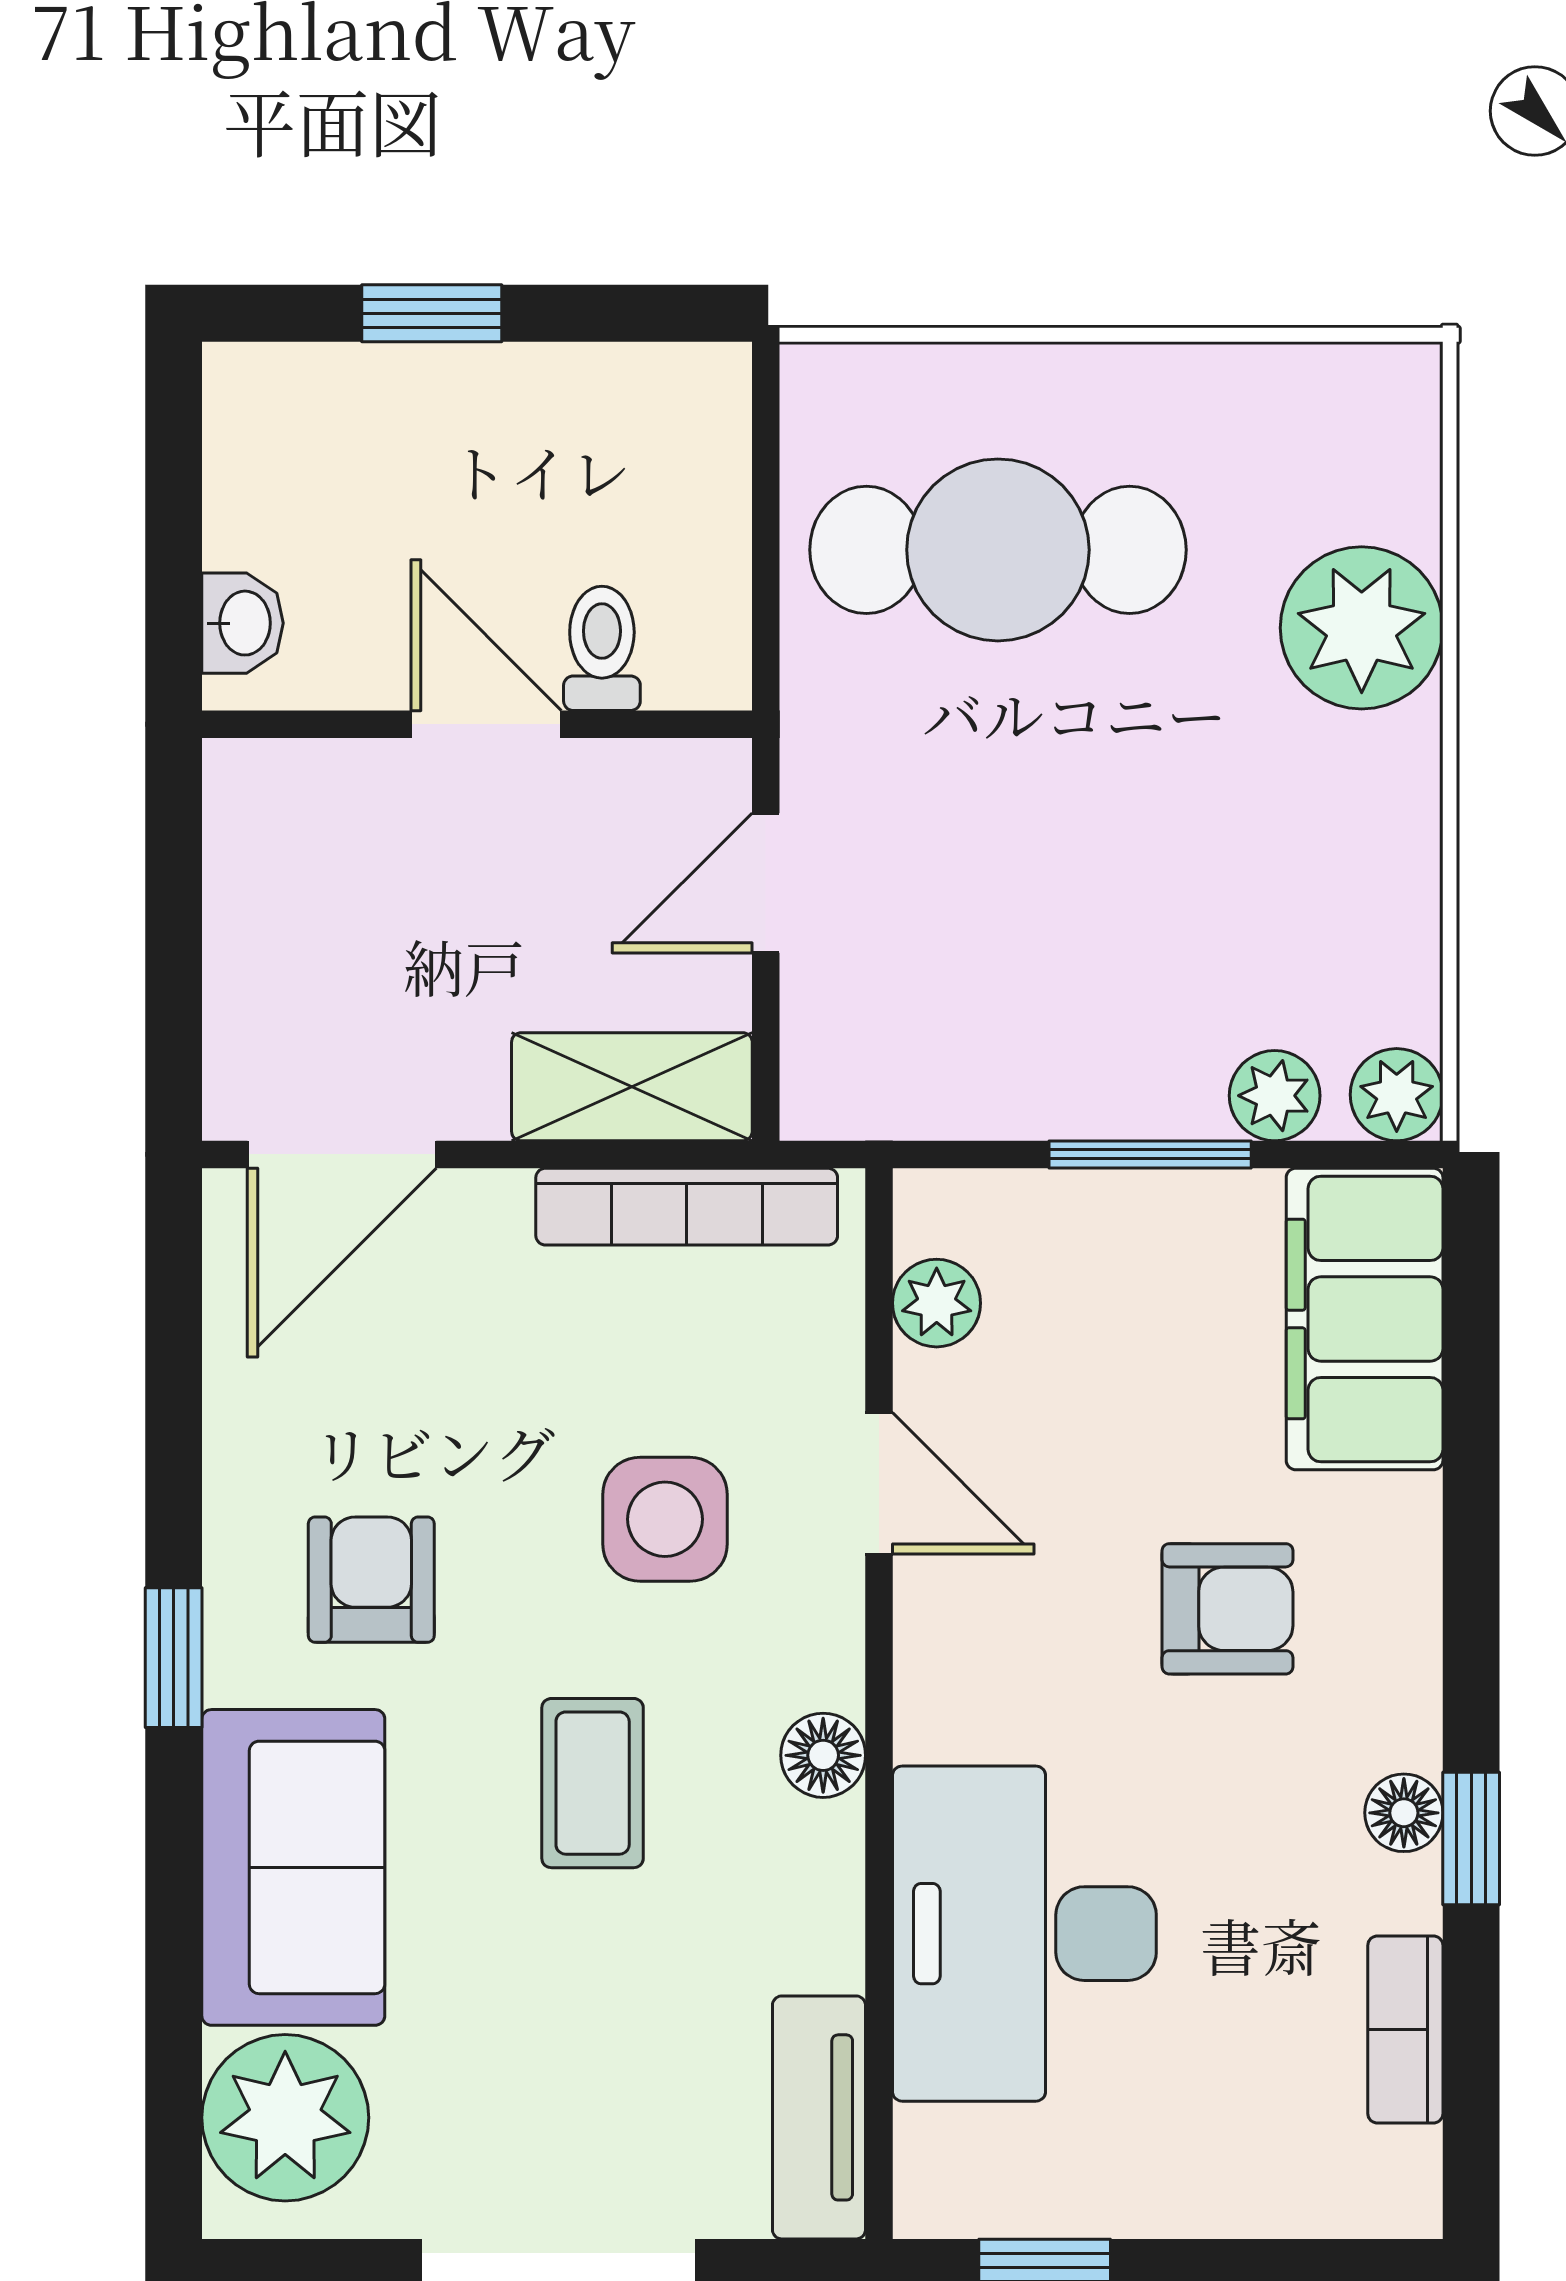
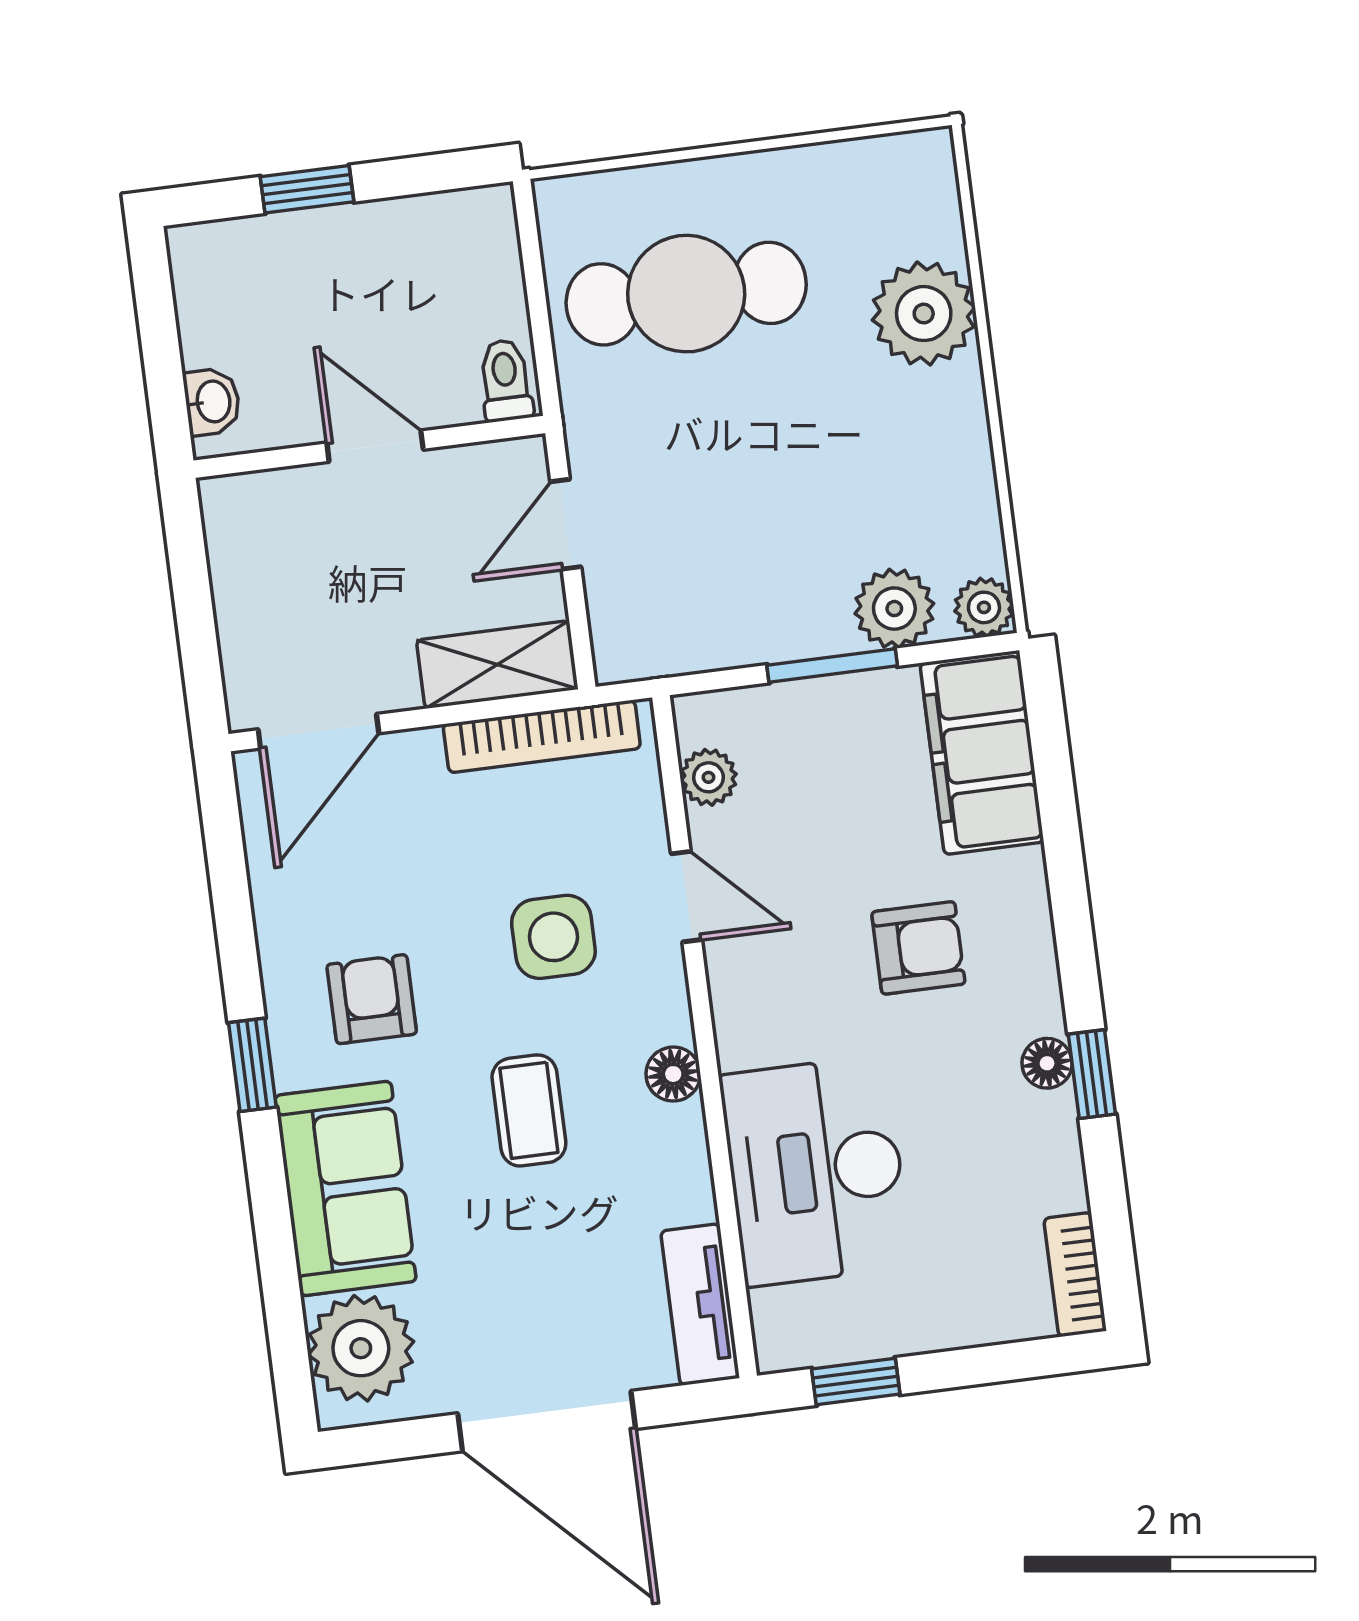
toilet: (602, 648) -> (506, 380), moved
plant: (1275, 1096) -> (894, 609), width x1.38, depth x1.38
bookcase: (1405, 2030) -> (1075, 1275), moved

